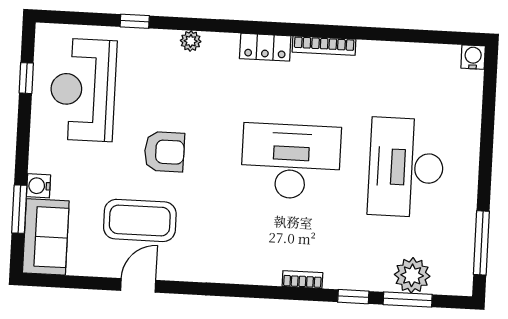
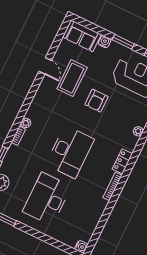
desk: (406, 167) -> (47, 199), turned -90
window: (19, 209) -> (123, 42), moved
plant: (270, 275) -> (26, 123), added

